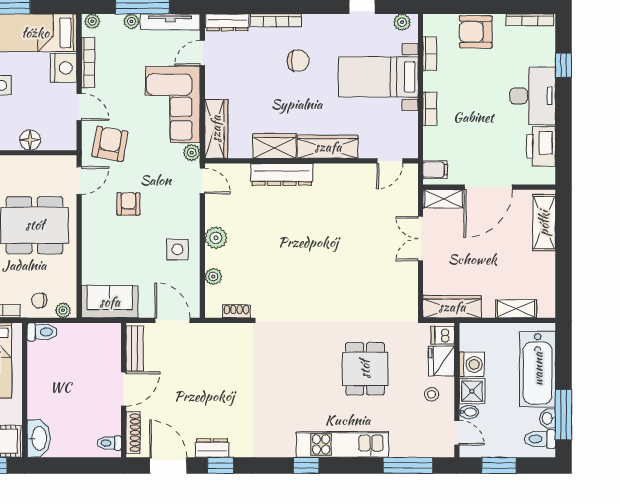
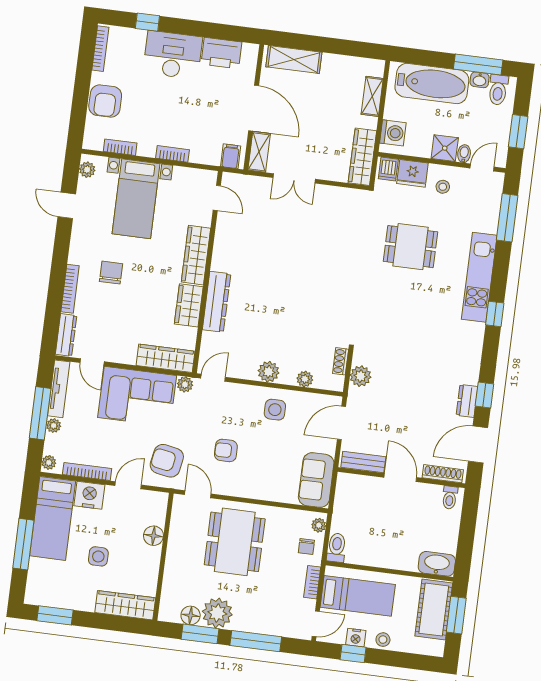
plant: (224, 334) -> (360, 376), added
washing machine: (472, 364) -> (393, 133), moved, turned 90

